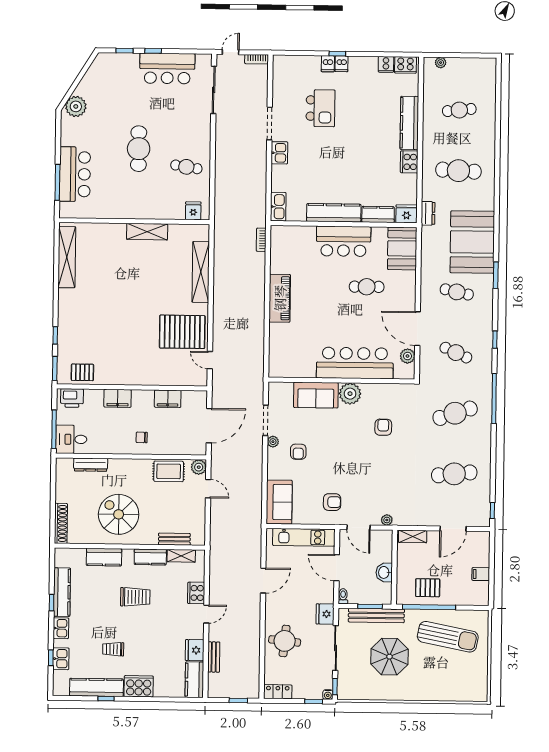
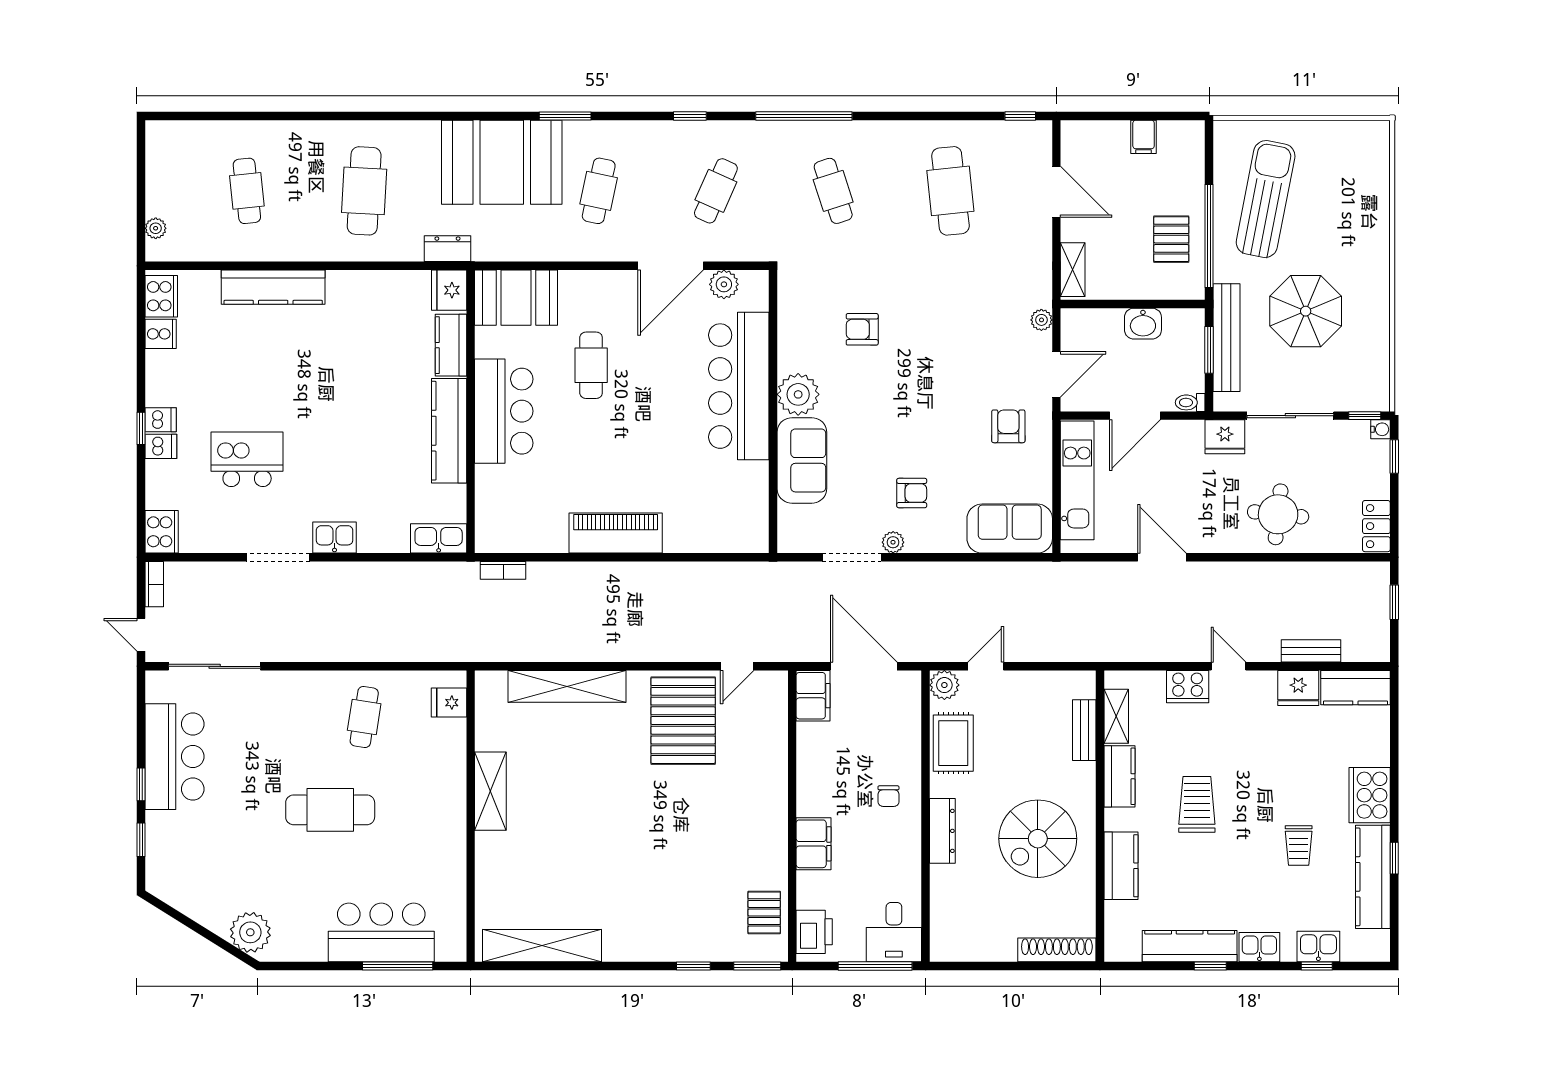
cooker: (409, 162) -> (162, 532), moved, turned -90
filing cabinet: (168, 399) -> (813, 696), moved
cafe table: (455, 413) -> (833, 191), width x0.73, depth x0.74
dresser: (91, 465) -> (942, 831), moved

